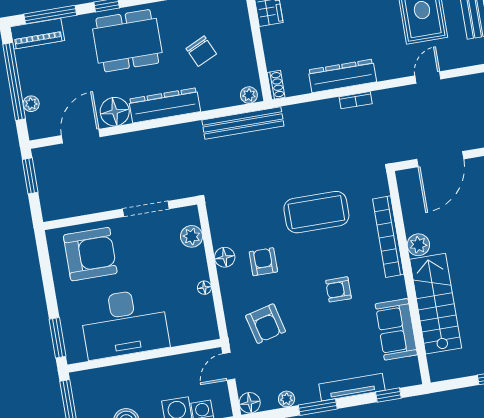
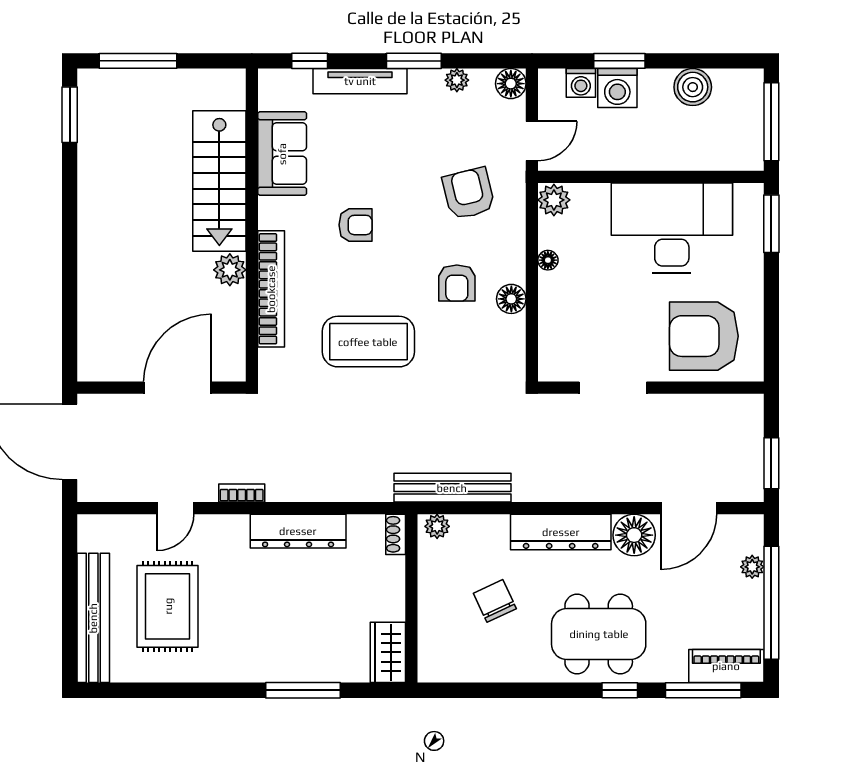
bookcase: (356, 100) -> (242, 493), moved
plant: (192, 236) -> (554, 200), moved

